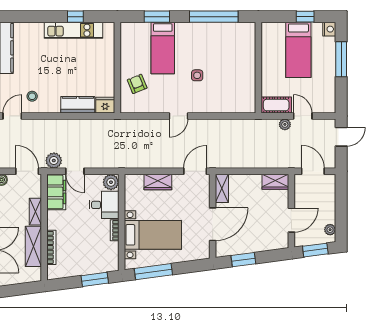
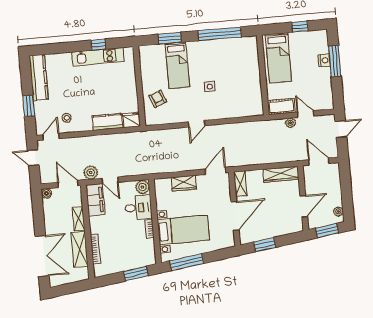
nightstand: (329, 29) -> (324, 60), moved
bed: (298, 50) -> (278, 58), moved
wardrobe: (275, 182) -> (281, 174), width x1.50

